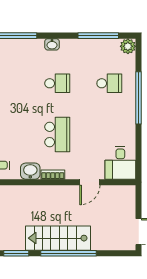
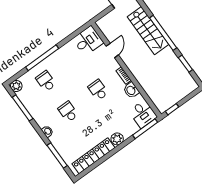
school desk: (57, 134) -> (98, 90), width x0.54
door: (90, 182) -> (112, 50), hinge flipped
stairs: (58, 238) -> (148, 31), moved

